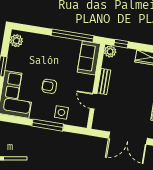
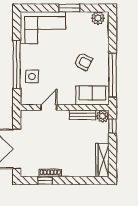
bench: (104, 81) -> (82, 115), moved
armchair: (49, 86) -> (83, 62), moved, turned 117
window: (48, 125) -> (17, 64), width x1.46

